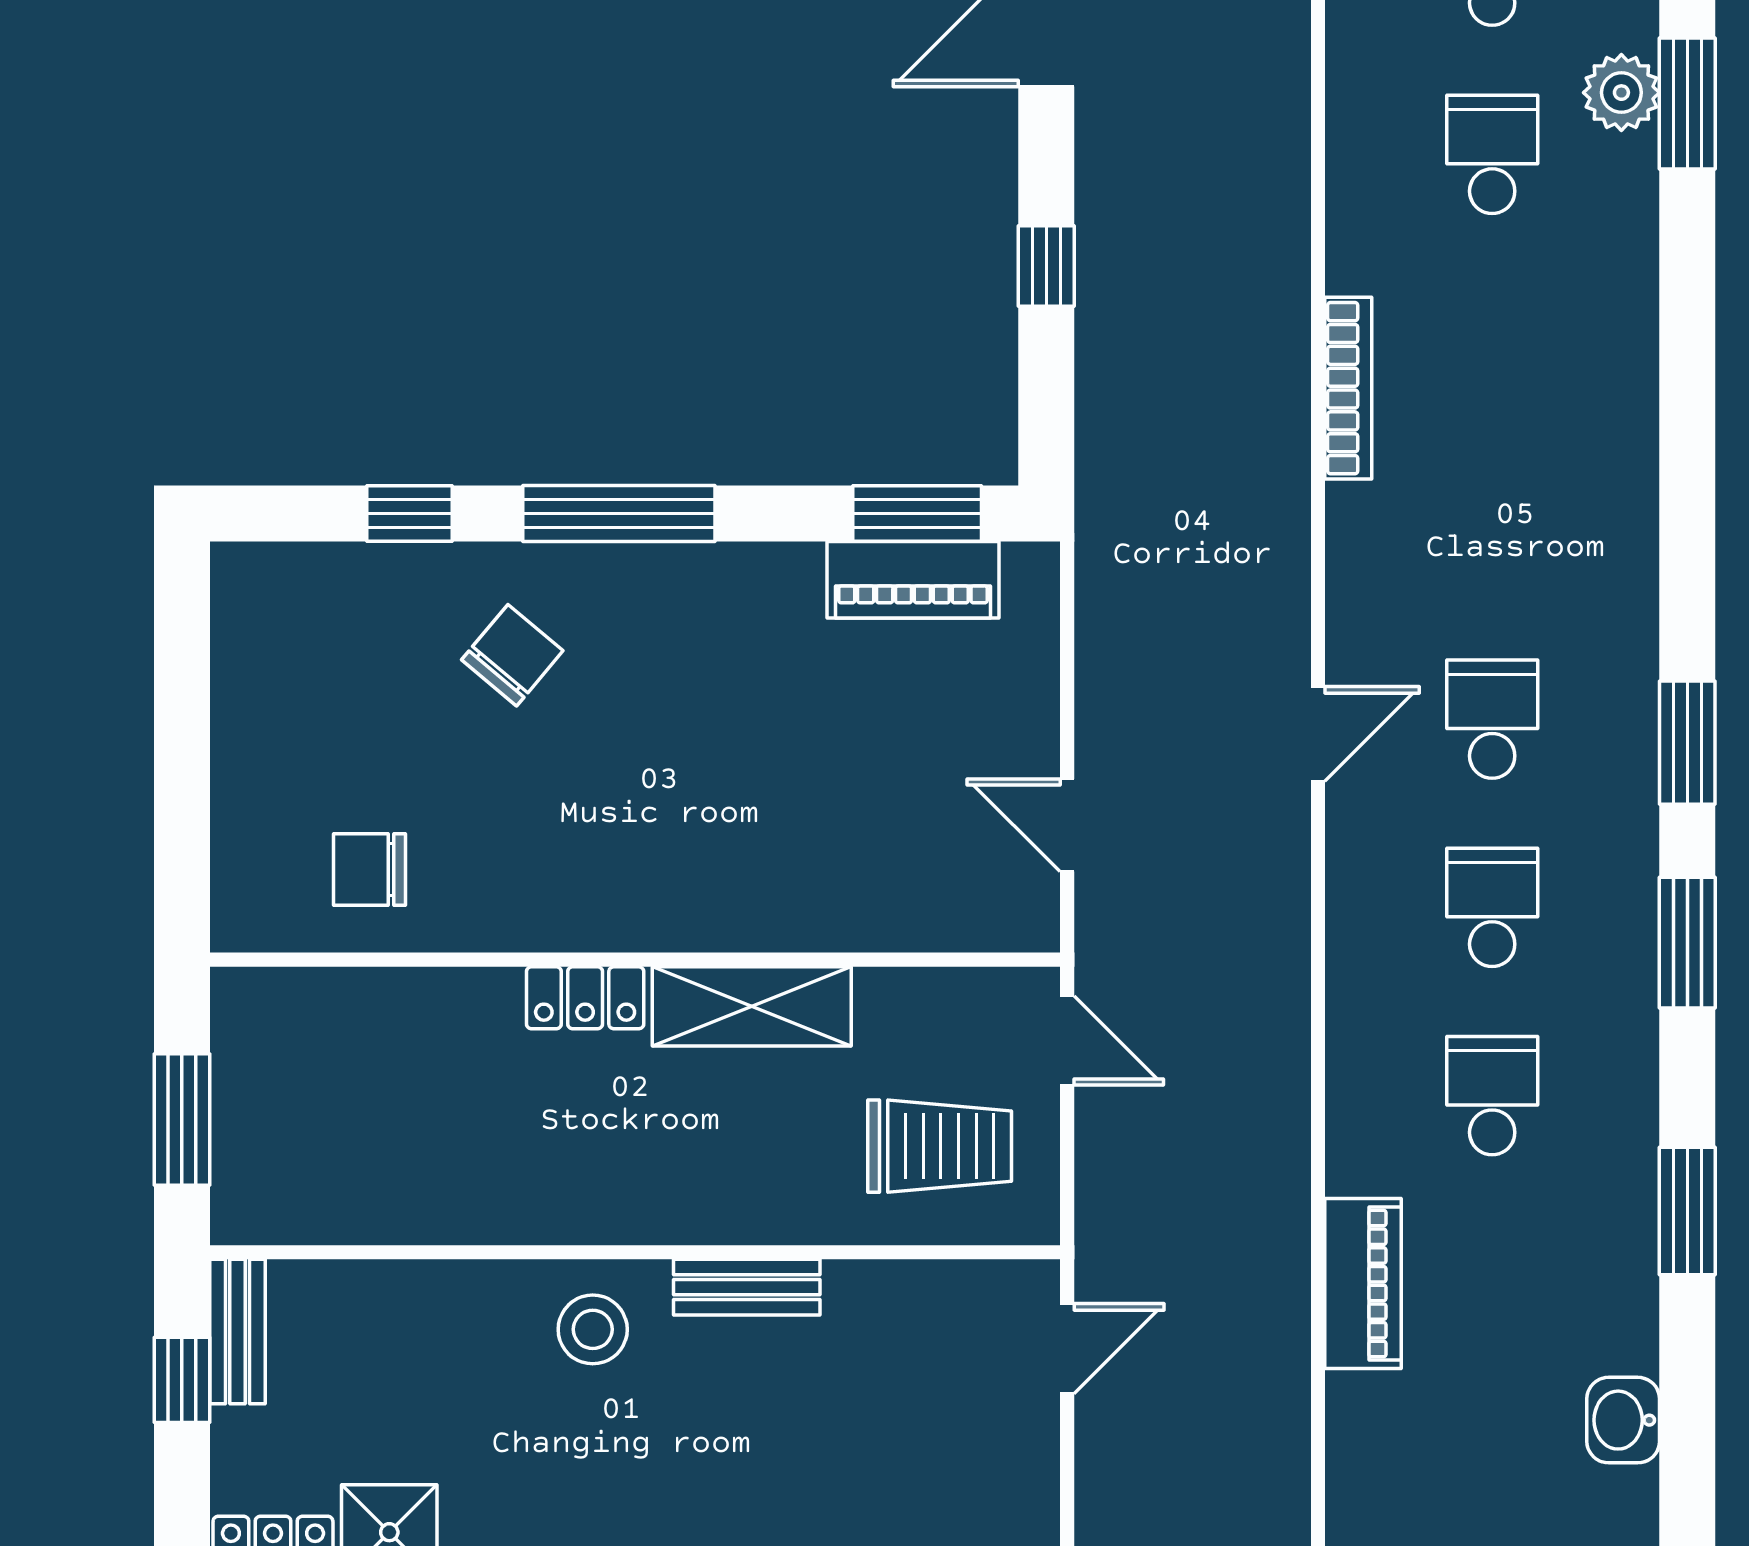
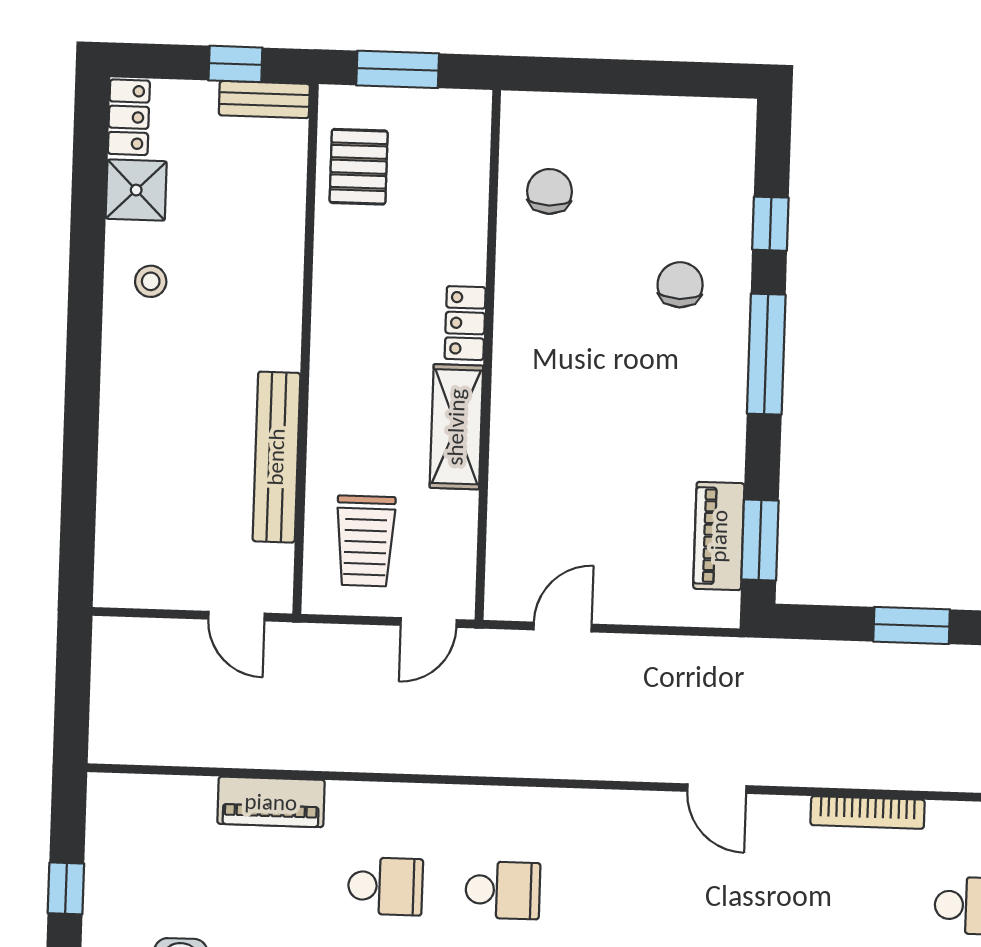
window: (1046, 266) -> (912, 625), width x1.50
bookcase: (1348, 388) -> (868, 812), moved
chair: (512, 655) -> (680, 285), turned -130
school desk: (1492, 719) -> (620, 894), removed
door: (1318, 734) -> (717, 789), moved
pallet: (340, 1177) -> (359, 167), added
bench: (747, 1287) -> (276, 457), width x1.86, depth x1.21
stool: (593, 1329) -> (151, 281), moved, width x0.73, depth x0.73

